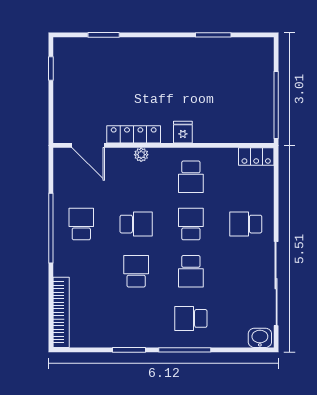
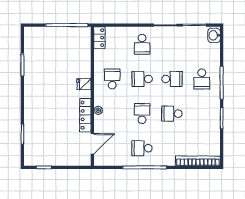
school desk: (191, 177) -> (112, 79), turned -90

